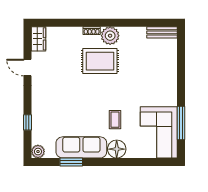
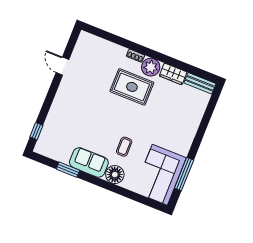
wardrobe: (38, 39) -> (173, 74), moved, turned 90
window: (28, 122) -> (36, 131), moved
sofa: (81, 147) -> (89, 162), width x0.73
plant: (38, 152) -> (41, 148), removed

